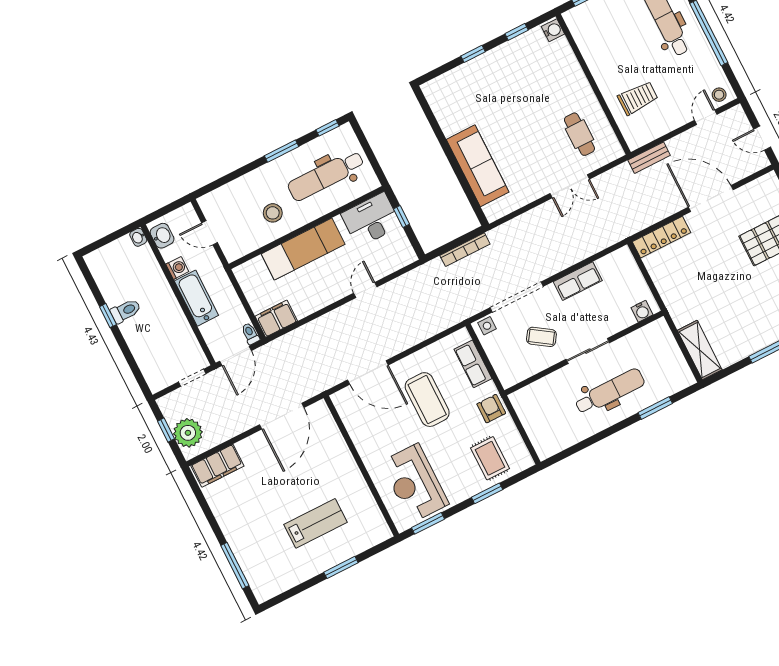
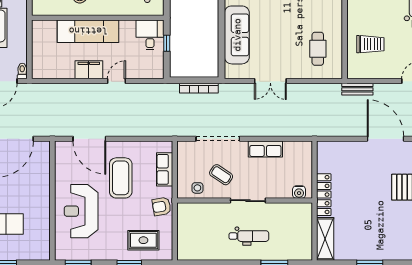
double door: (570, 186) -> (270, 81), moved
desk: (371, 220) -> (150, 35), width x0.73
locker: (662, 237) -> (324, 195), moved, turned -90
filing cabinet: (276, 319) -> (89, 70), moved
side table: (487, 326) -> (197, 188), moved
dental chair: (610, 392) -> (249, 236), width x0.73, depth x0.72
armchair: (491, 409) -> (162, 206), turned -100
rug: (490, 458) -> (143, 240), turned 90
reception desk: (415, 483) -> (81, 211), moved

